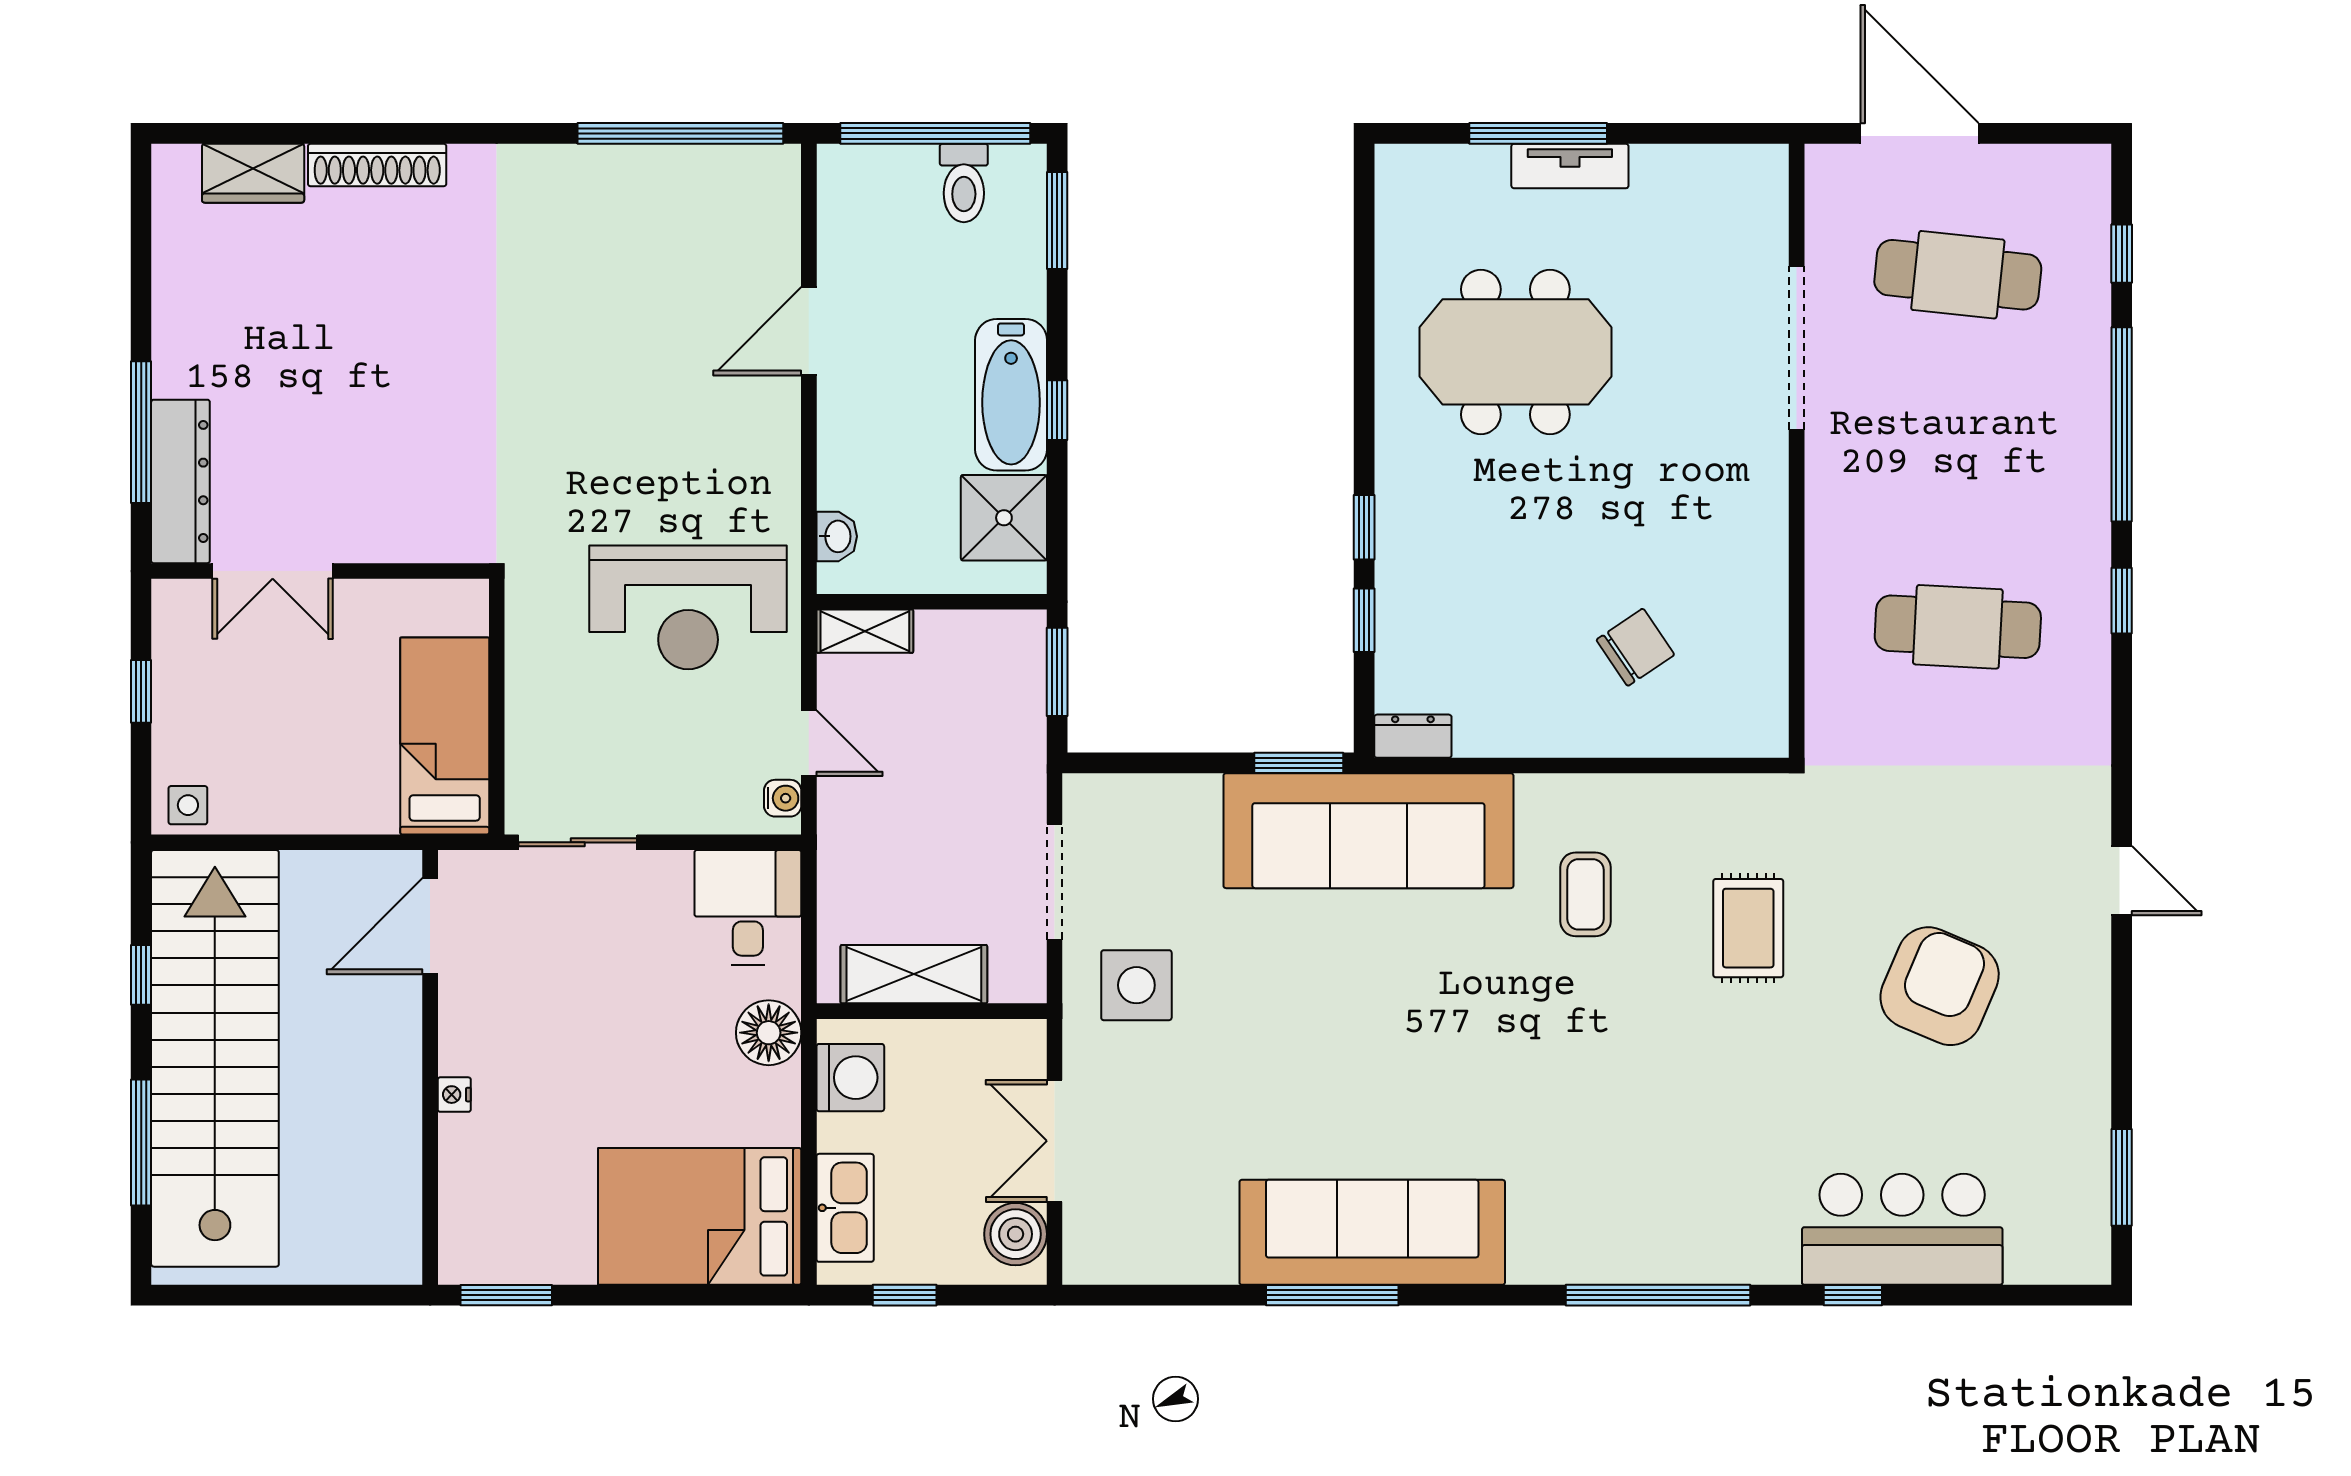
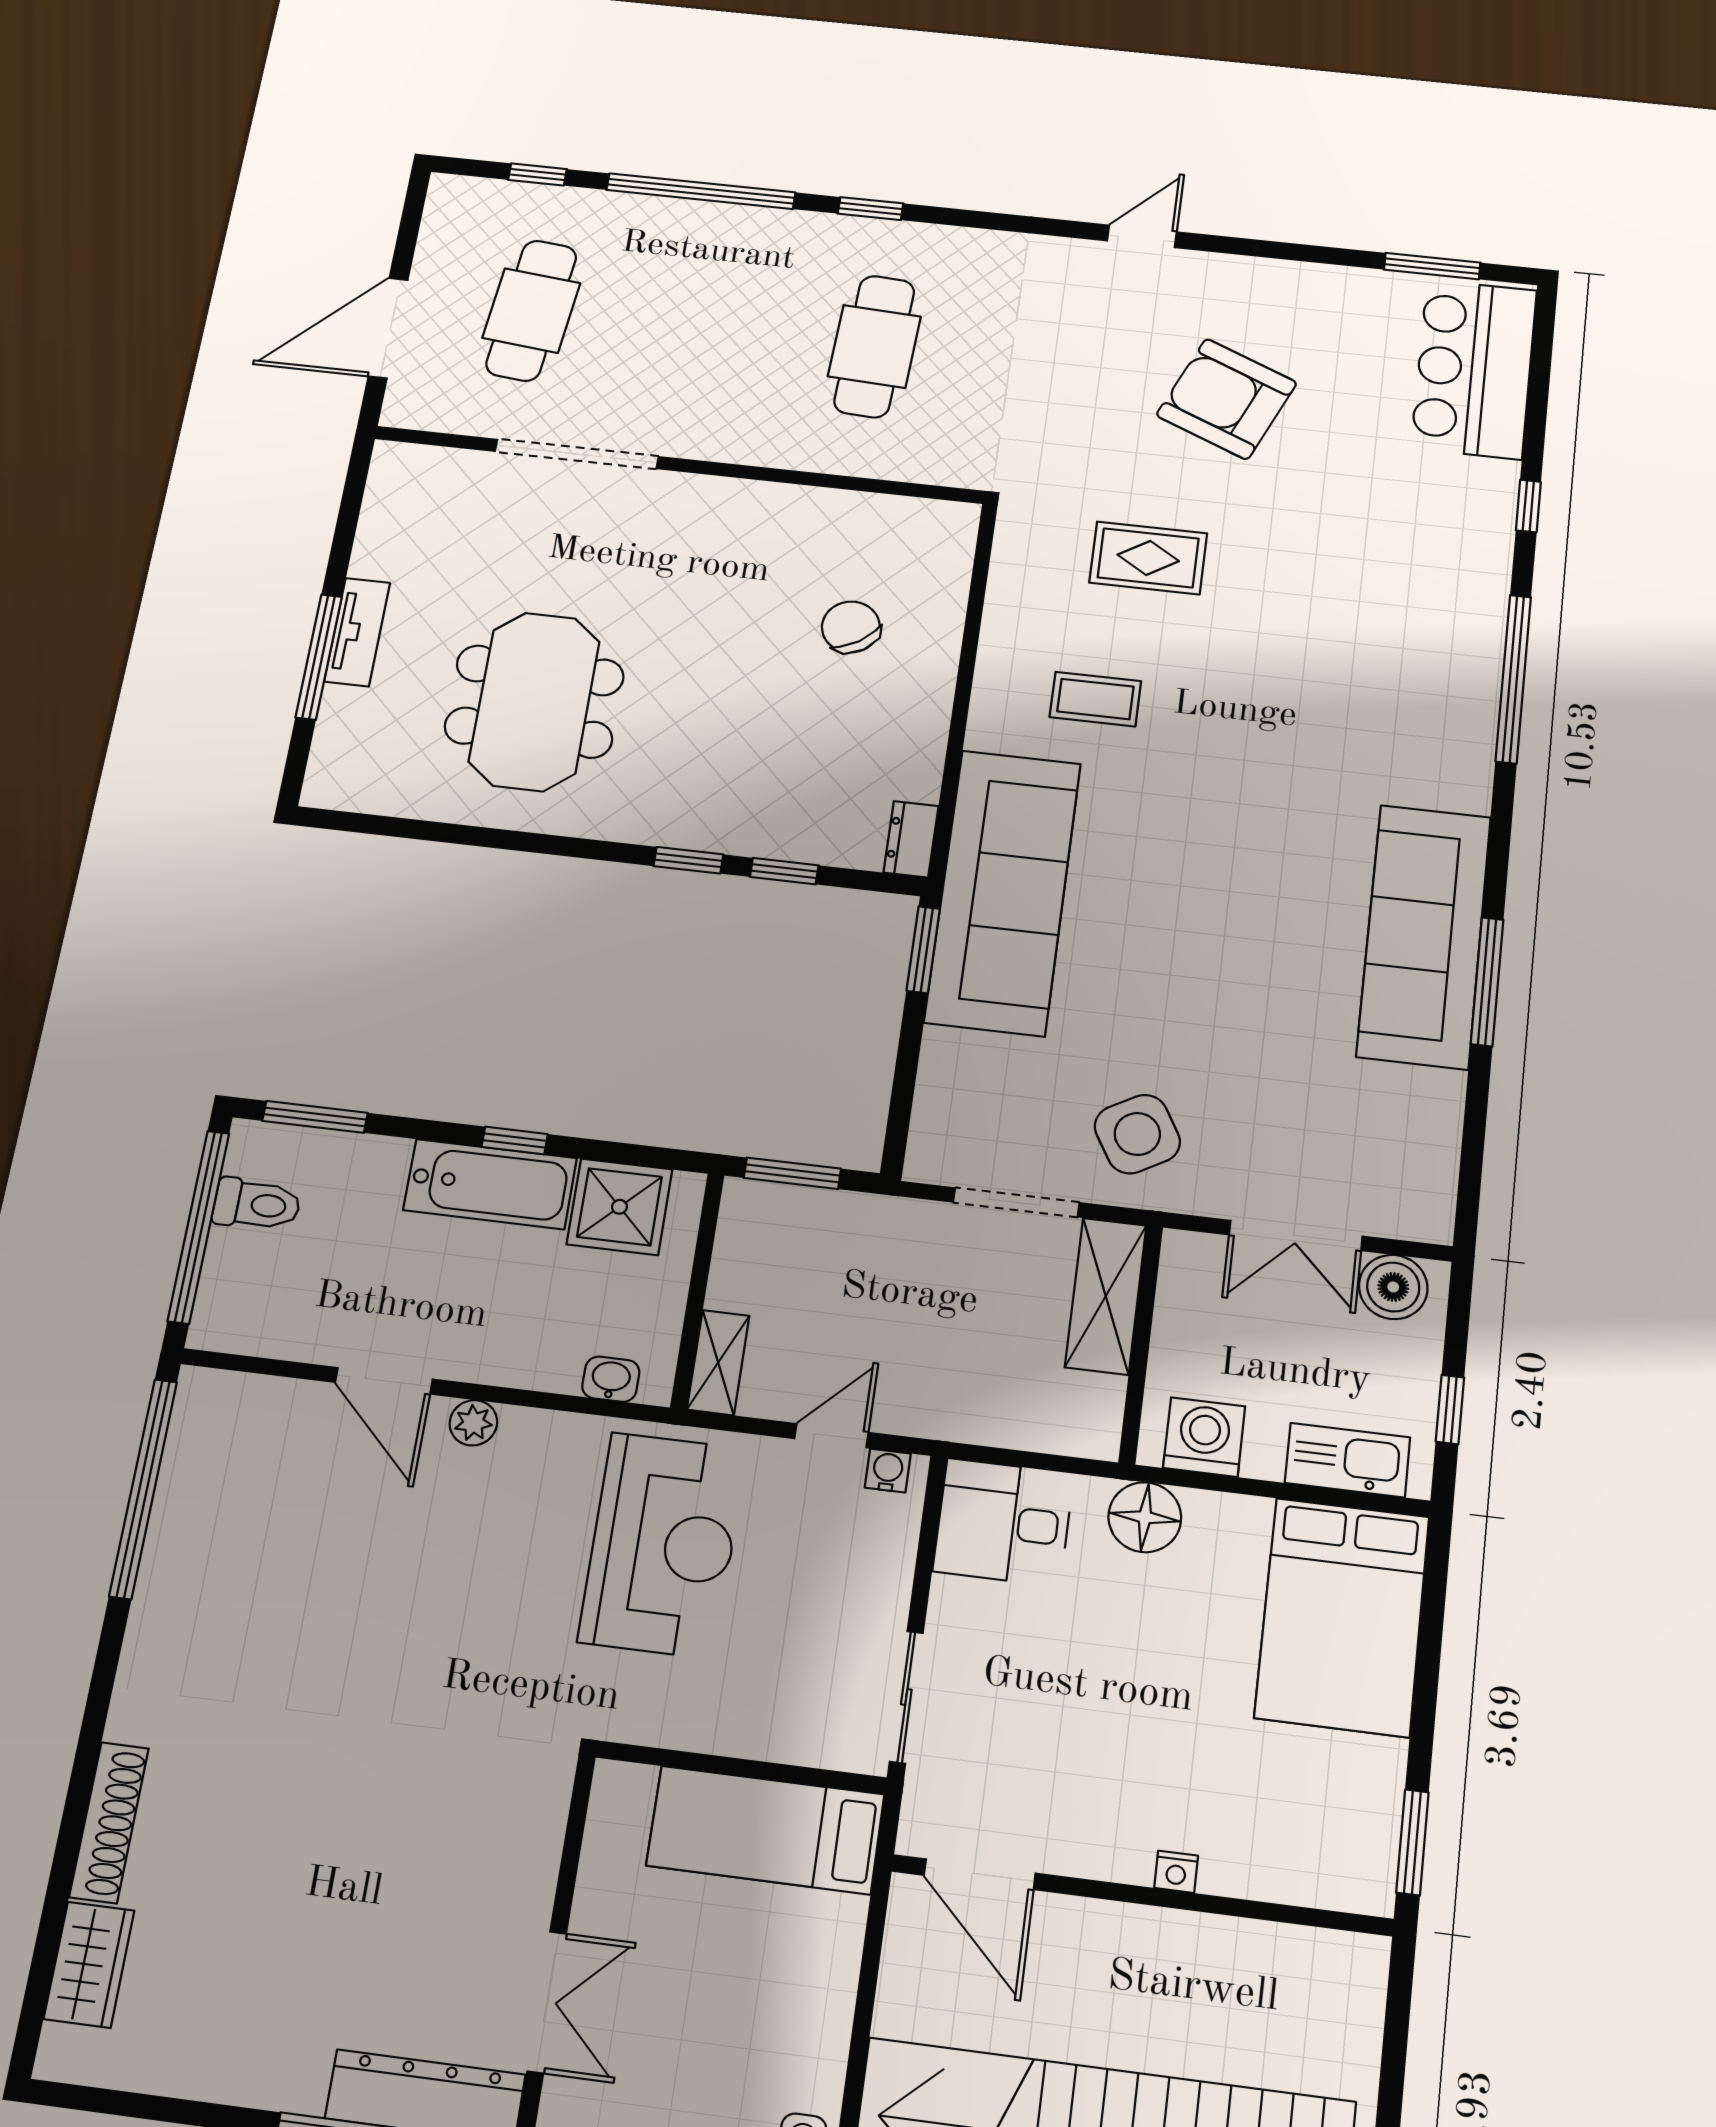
plant: (780, 419) -> (473, 1423), added
shelving: (914, 974) -> (1106, 1296), moved
side table: (1136, 985) -> (1137, 1134), turned -30
bar counter: (1902, 1229) -> (1474, 369), moved

